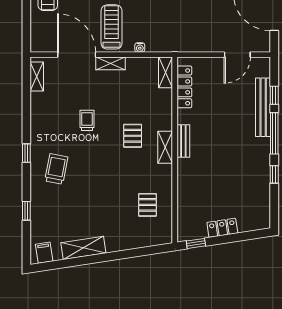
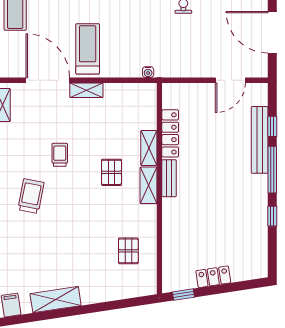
water cooler: (140, 47) -> (148, 72), moved
shelving: (166, 72) -> (149, 148), moved
locker: (184, 87) -> (170, 133), moved
trolley: (56, 169) -> (31, 196), moved

